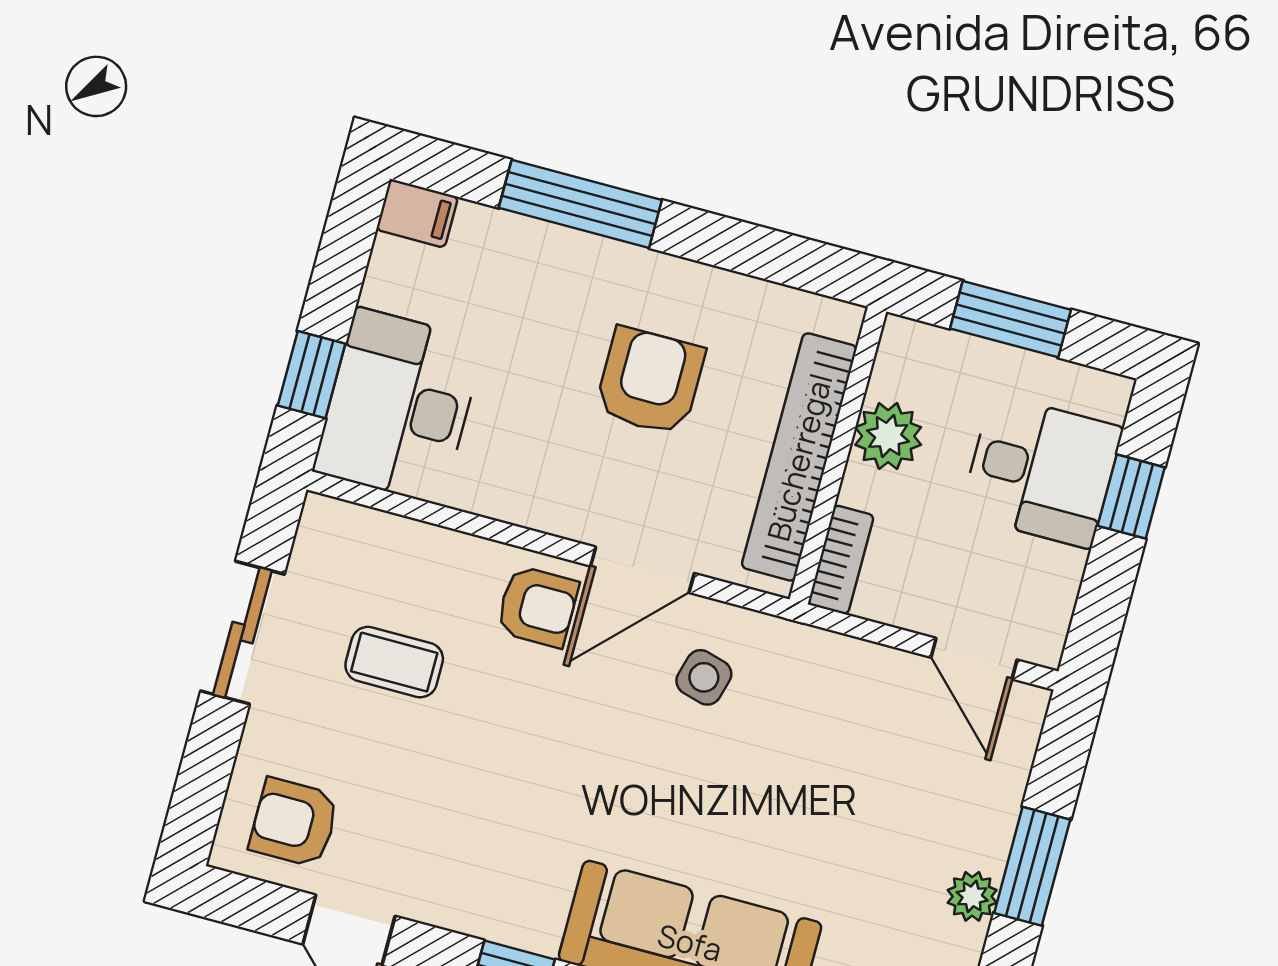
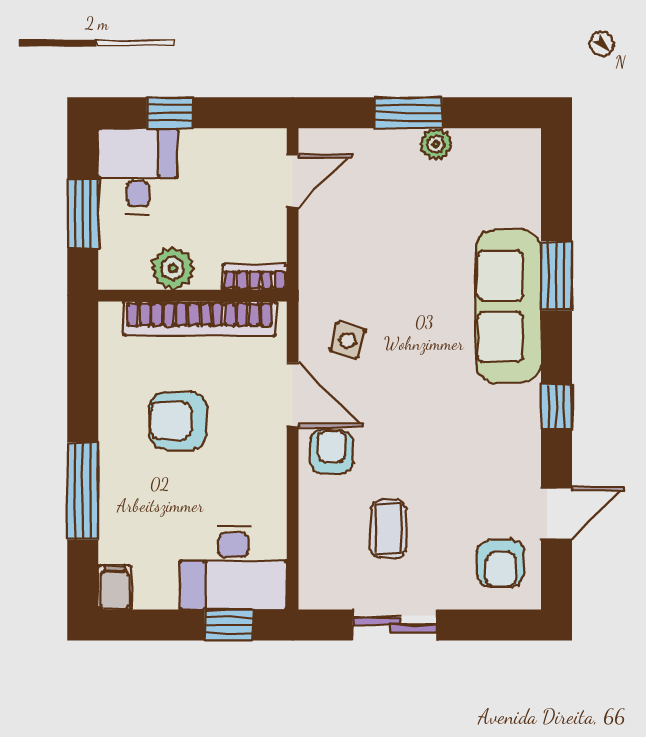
desk: (1041, 471) -> (138, 171), moved

